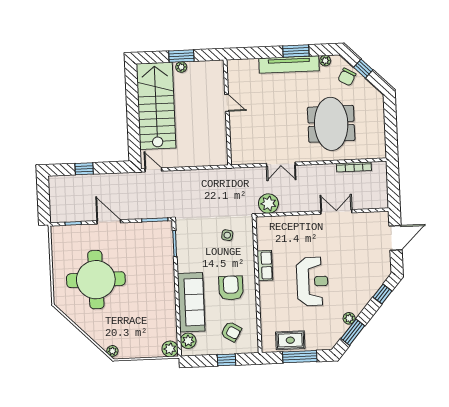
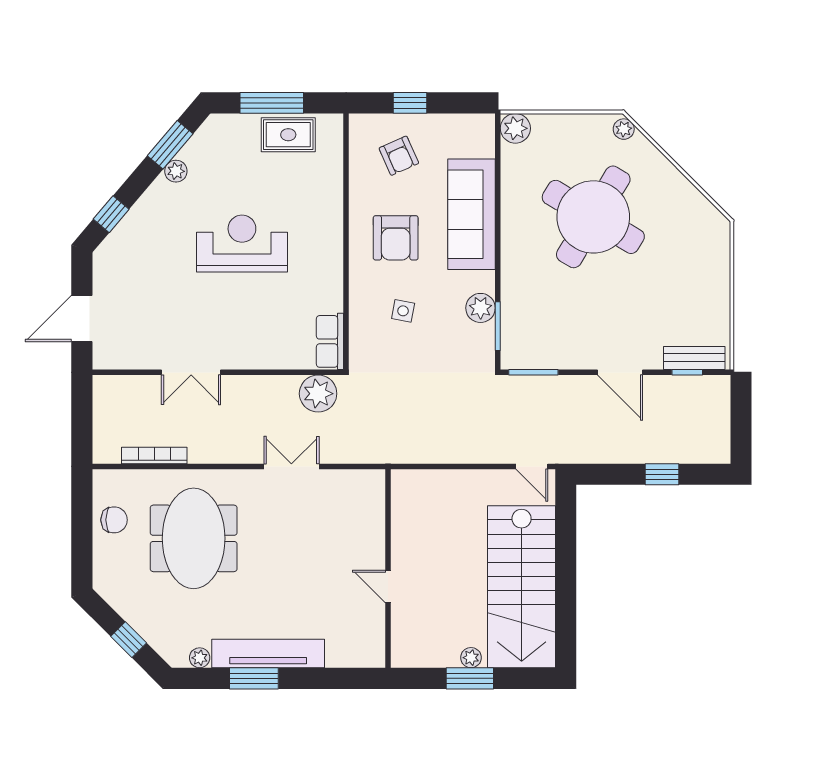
chair: (347, 77) -> (114, 520), moved, turned 61
bench: (70, 231) -> (694, 358), added
side table: (227, 235) -> (403, 311), moved
row of seats: (265, 266) -> (330, 341), moved
round table: (96, 280) -> (593, 217), moved, turned 31
reception desk: (312, 281) -> (242, 244), turned 90
armchair: (231, 332) -> (399, 156), turned -145
plant: (188, 341) -> (481, 308), moved

